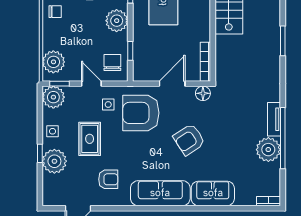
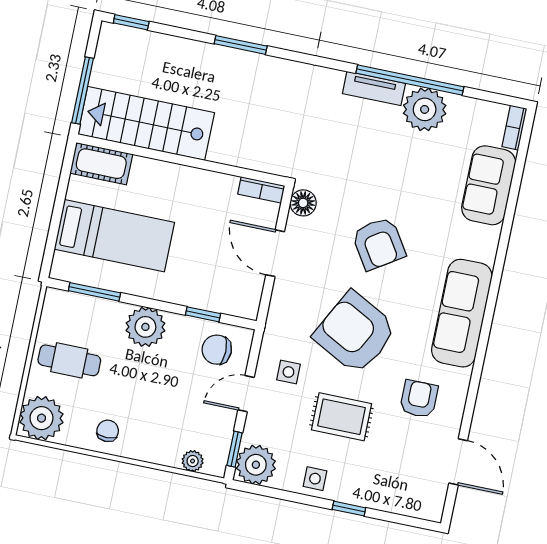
plant: (53, 62) -> (193, 461), width x0.53, depth x0.53
bookcase: (205, 62) -> (261, 190), width x0.64
armchair: (141, 113) -> (355, 333), moved, turned 118
plant: (54, 161) -> (368, 486), removed
sofa: (213, 193) -> (489, 185), moved

